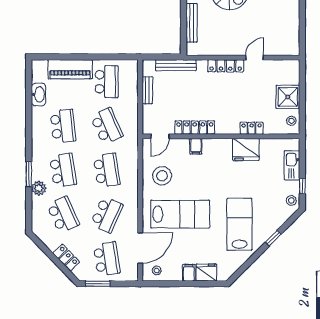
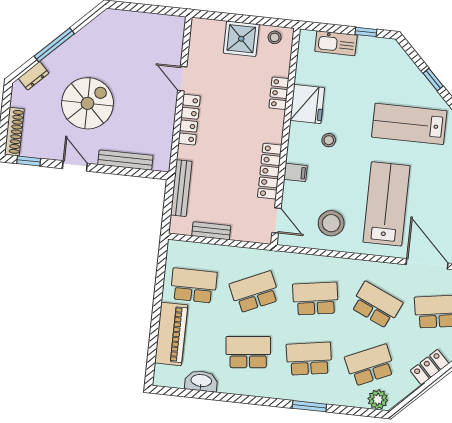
plant: (39, 188) -> (378, 399), moved
stool: (291, 201) -> (329, 140), moved

